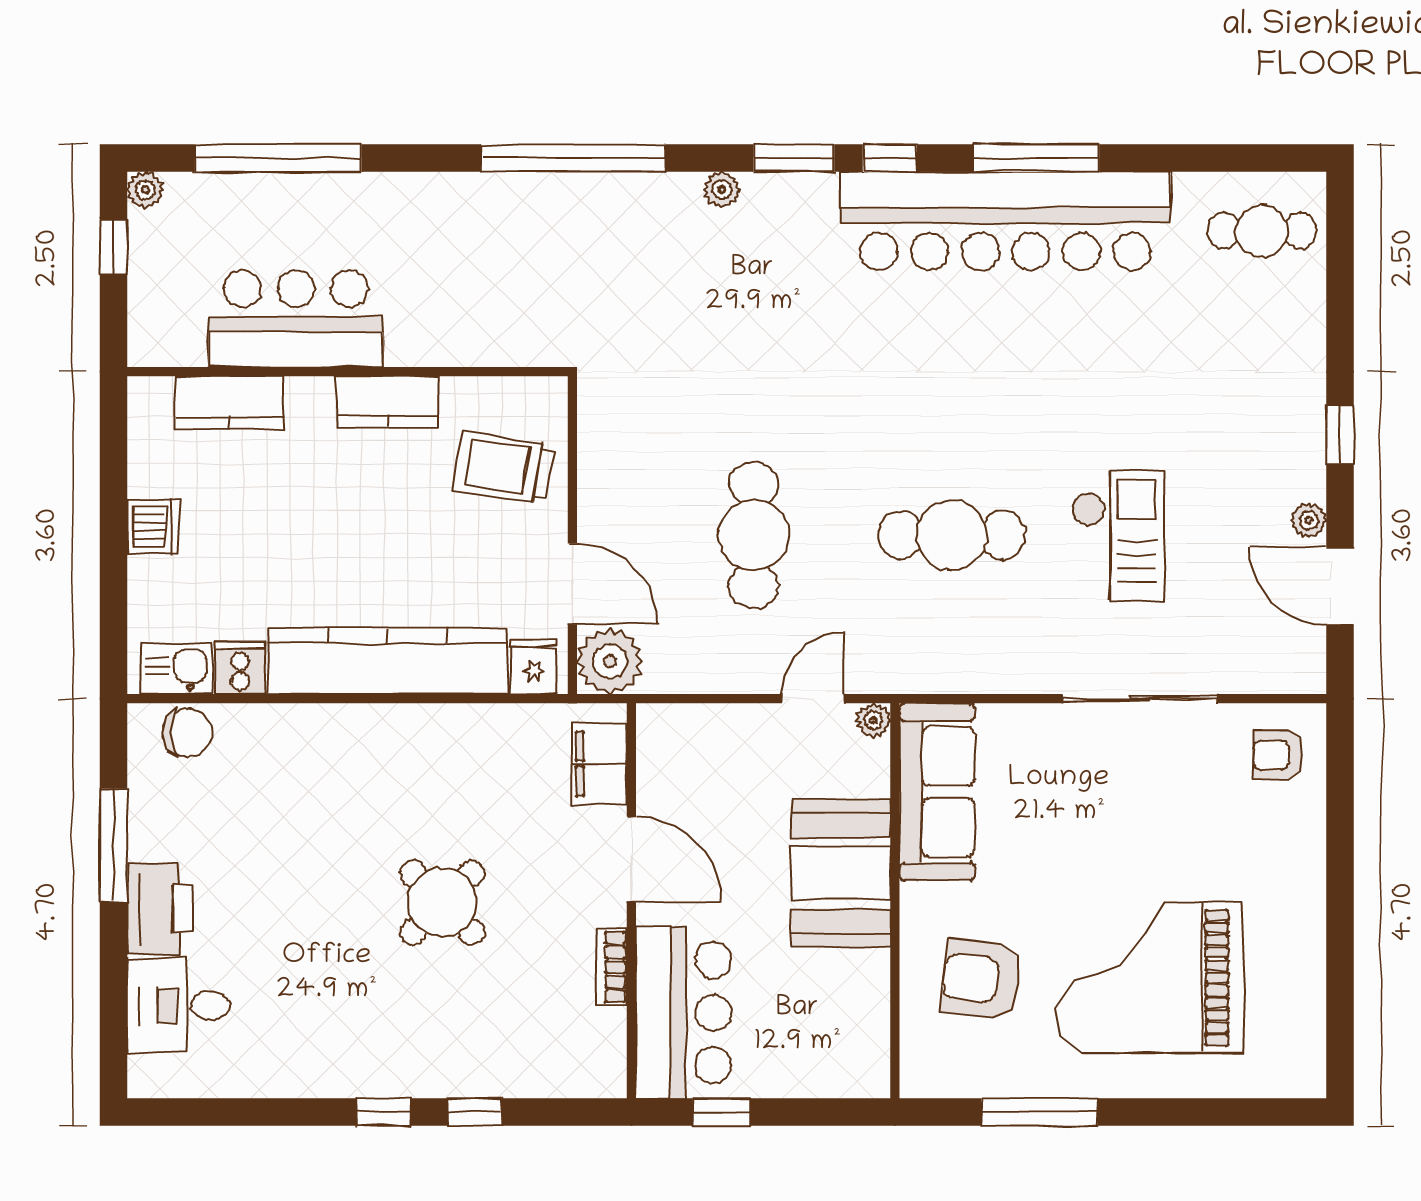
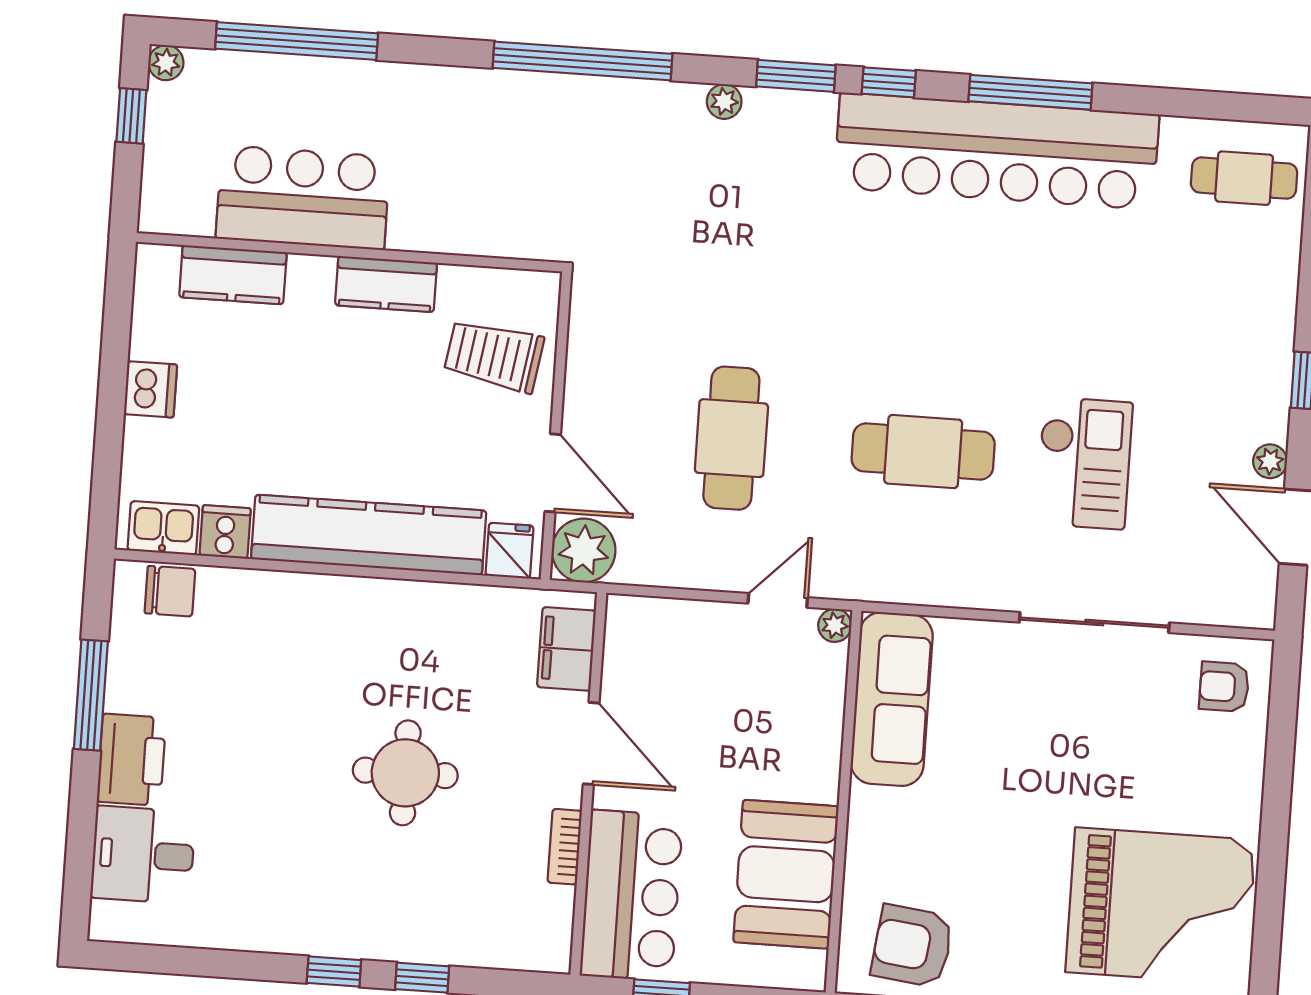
booth: (841, 873) -> (786, 874), moved
round table: (442, 903) -> (405, 773), turned 45
grand piano: (1150, 978) -> (1161, 906), moved, turned 180
armchair: (981, 979) -> (912, 946), moved

